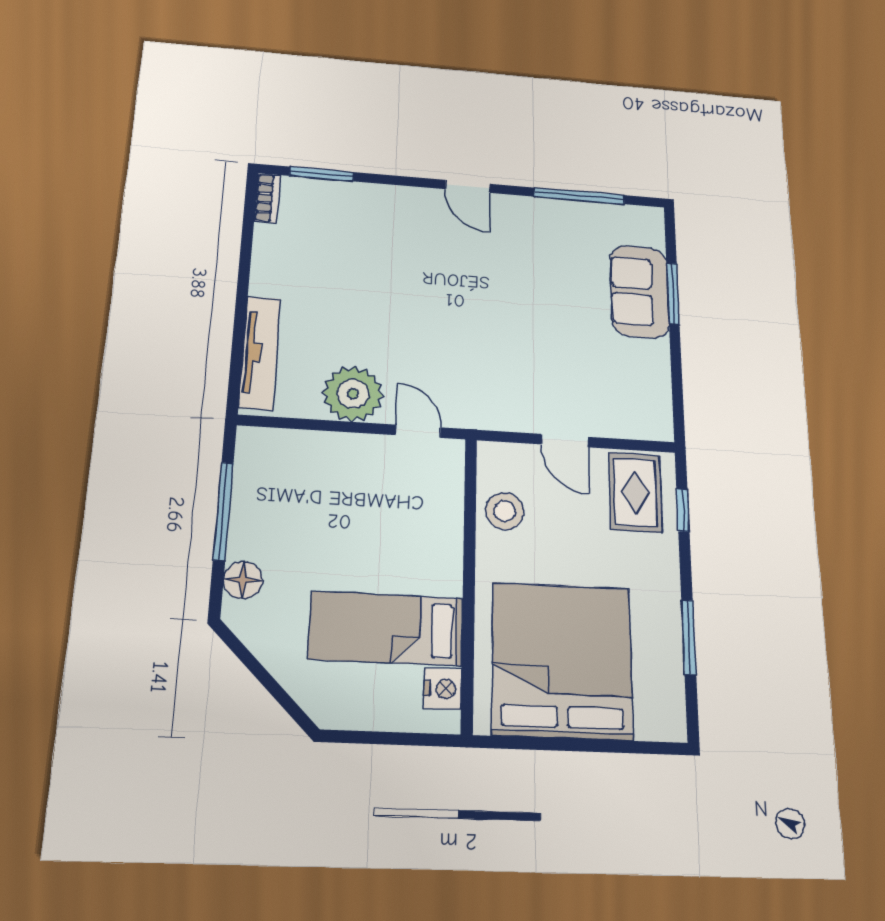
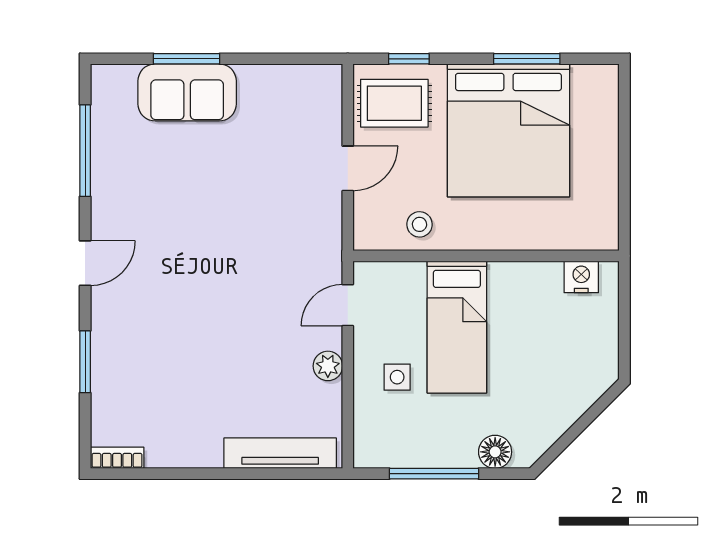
window: (322, 174) -> (85, 362), moved
plant: (353, 394) -> (328, 366), width x0.53, depth x0.53
side table: (336, 478) -> (397, 377), added
stool: (505, 511) -> (419, 224), width x0.73, depth x0.73
bed: (386, 629) -> (457, 327), moved
bed: (562, 661) -> (508, 130), moved, turned -90

